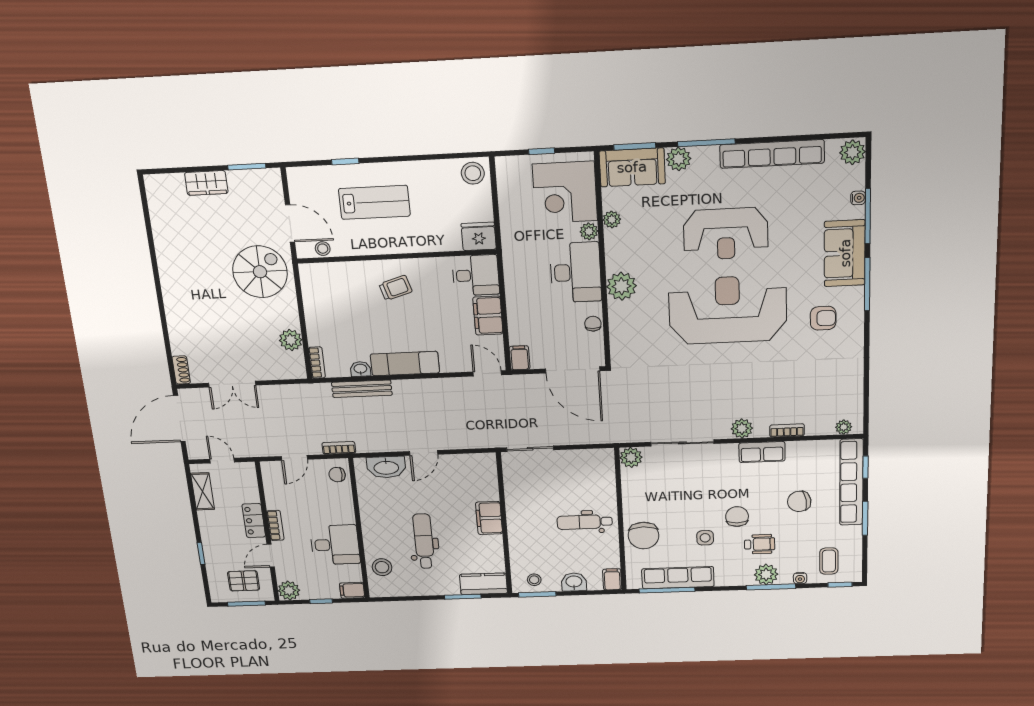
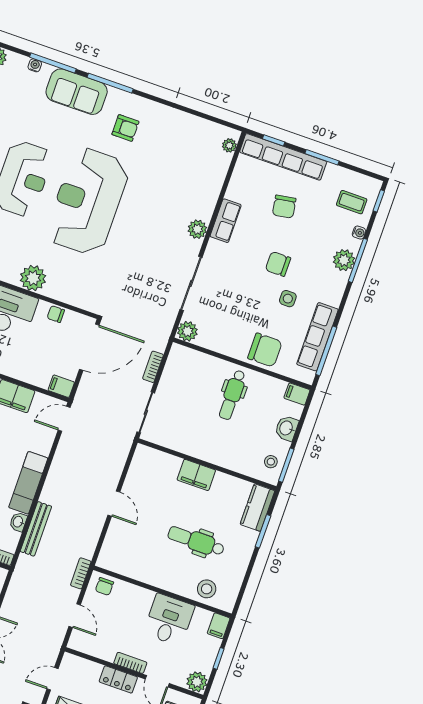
armchair: (823, 318) -> (125, 128), turned 90
bookcase: (787, 430) -> (153, 367), moved
washbasin: (386, 467) -> (114, 541), removed
wheelchair: (760, 544) -> (312, 255), removed

